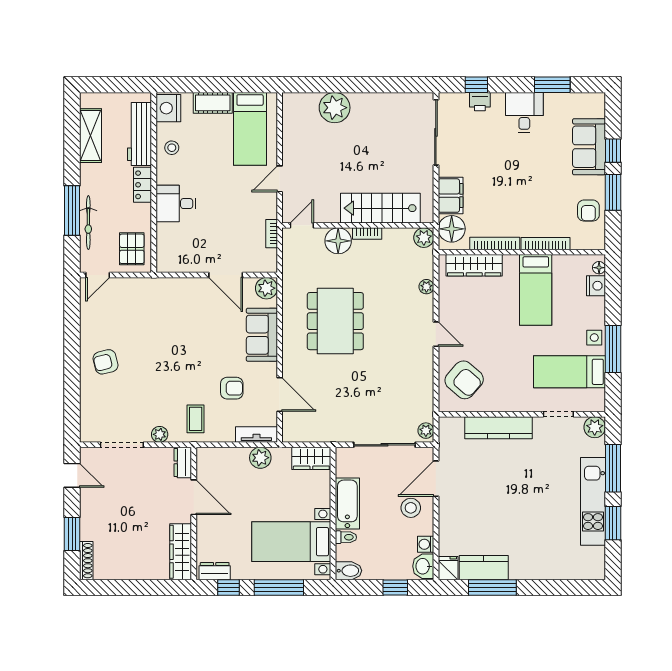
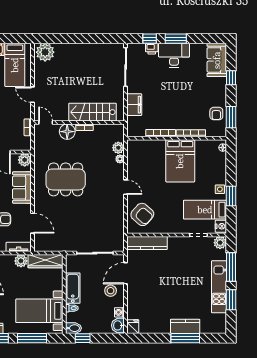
window: (552, 85) -> (176, 39), moved
plant: (335, 108) -> (45, 52), moved
desk: (524, 113) -> (174, 55), width x1.37
sofa: (589, 147) -> (217, 60), moved
door: (280, 179) -> (32, 95), hinge flipped
window: (613, 192) -> (231, 117), moved
door: (302, 225) -> (46, 122), hinge flipped
floor lamp: (452, 229) -> (135, 124), removed
plant: (424, 238) -> (118, 148), moved
wardrobe: (474, 265) -> (148, 146), removed
nightstand: (596, 286) -> (221, 226), moved
bed: (536, 290) -> (180, 161), width x1.50
dining table: (335, 321) -> (66, 179), turned 90
window: (613, 349) -> (231, 196), width x0.69
kitchen counter: (499, 428) -> (147, 243), moved
plant: (426, 431) -> (120, 245), removed
wardrobe: (311, 458) -> (46, 261), width x1.50
kitchen counter: (484, 568) -> (185, 326), moved
window: (395, 587) -> (83, 338), moved
window: (492, 587) -> (185, 338), moved

